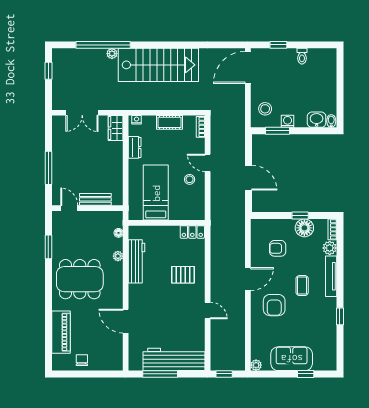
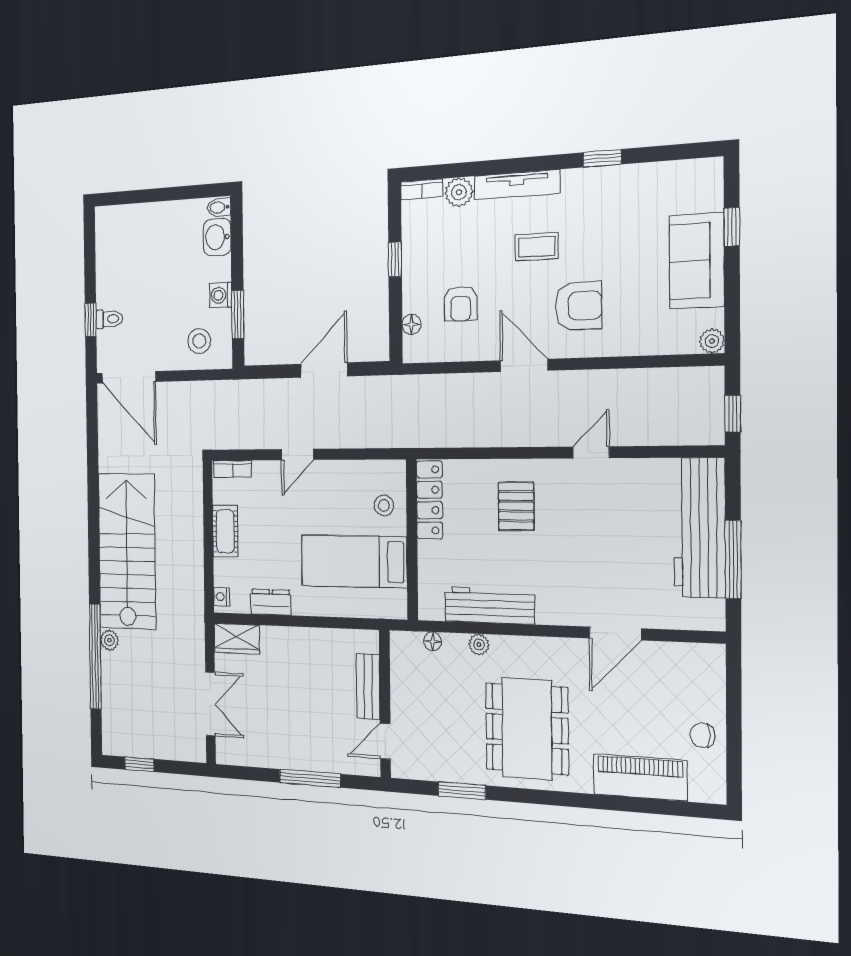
toilet: (302, 56) -> (109, 319), moved
stool: (190, 179) -> (384, 505), moved
floor lamp: (304, 228) -> (412, 324), moved, width x0.53, depth x0.53
locker: (192, 232) -> (430, 500), width x1.53

